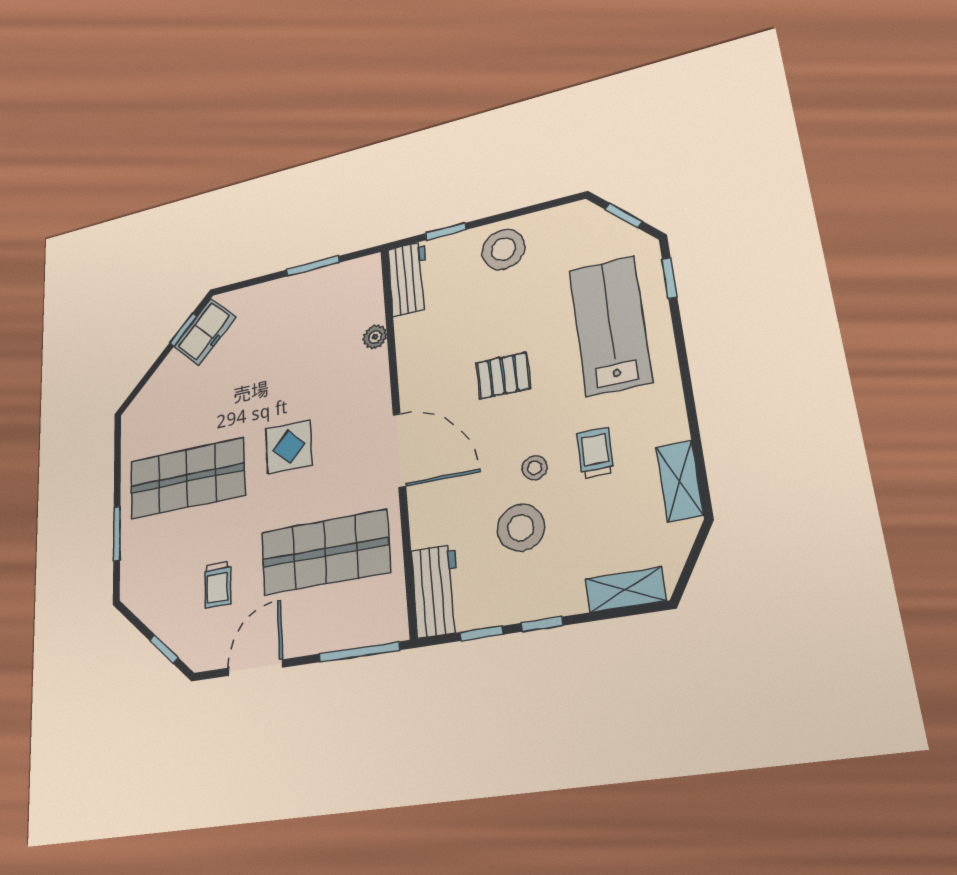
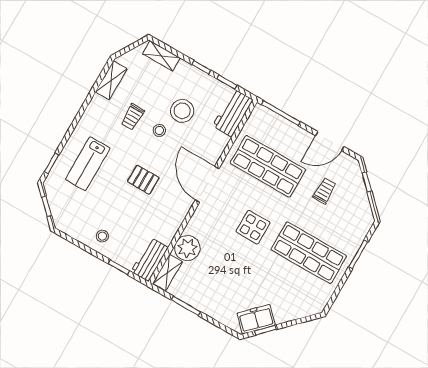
stool: (503, 249) -> (102, 236), width x0.53, depth x0.53
shelving: (370, 285) -> (168, 273), added
lab bench: (610, 326) -> (88, 164), width x0.73, depth x0.72
plant: (375, 337) -> (187, 248), width x1.87, depth x1.87

